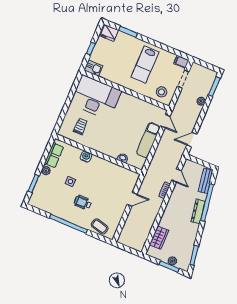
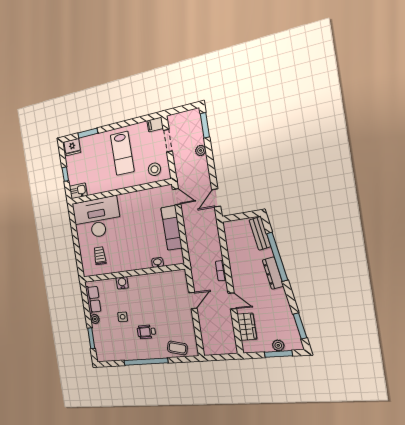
door: (177, 176) -> (232, 301), moved

